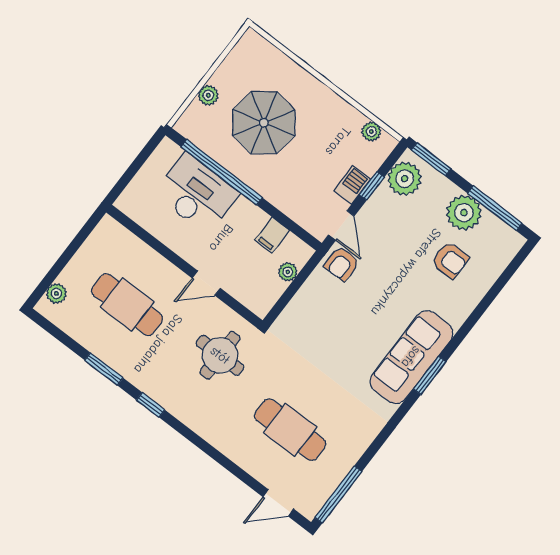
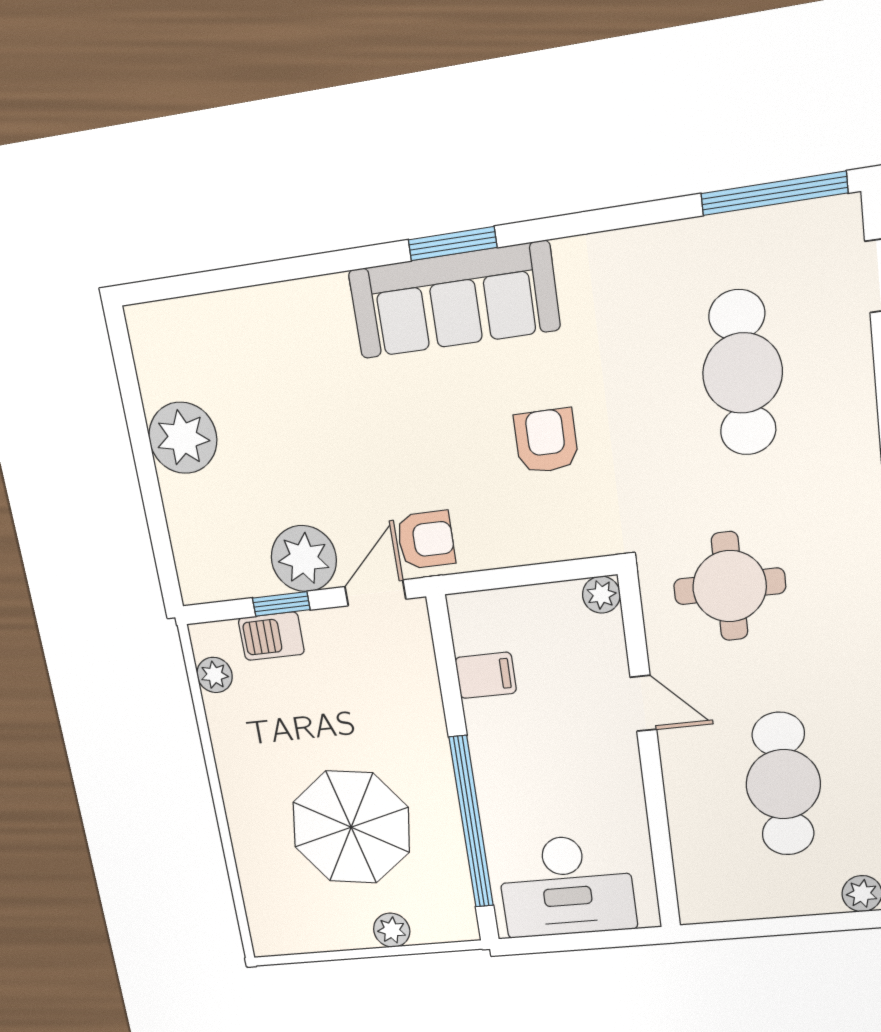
window: (431, 159) -> (164, 558), removed
plant: (405, 179) -> (304, 559), moved
barbecue: (352, 185) -> (271, 636), moved
desk: (197, 193) -> (566, 886), moved, turned -90
window: (495, 208) -> (132, 400), removed
armchair: (450, 260) -> (546, 441), moved
plant: (288, 272) -> (601, 595), moved

